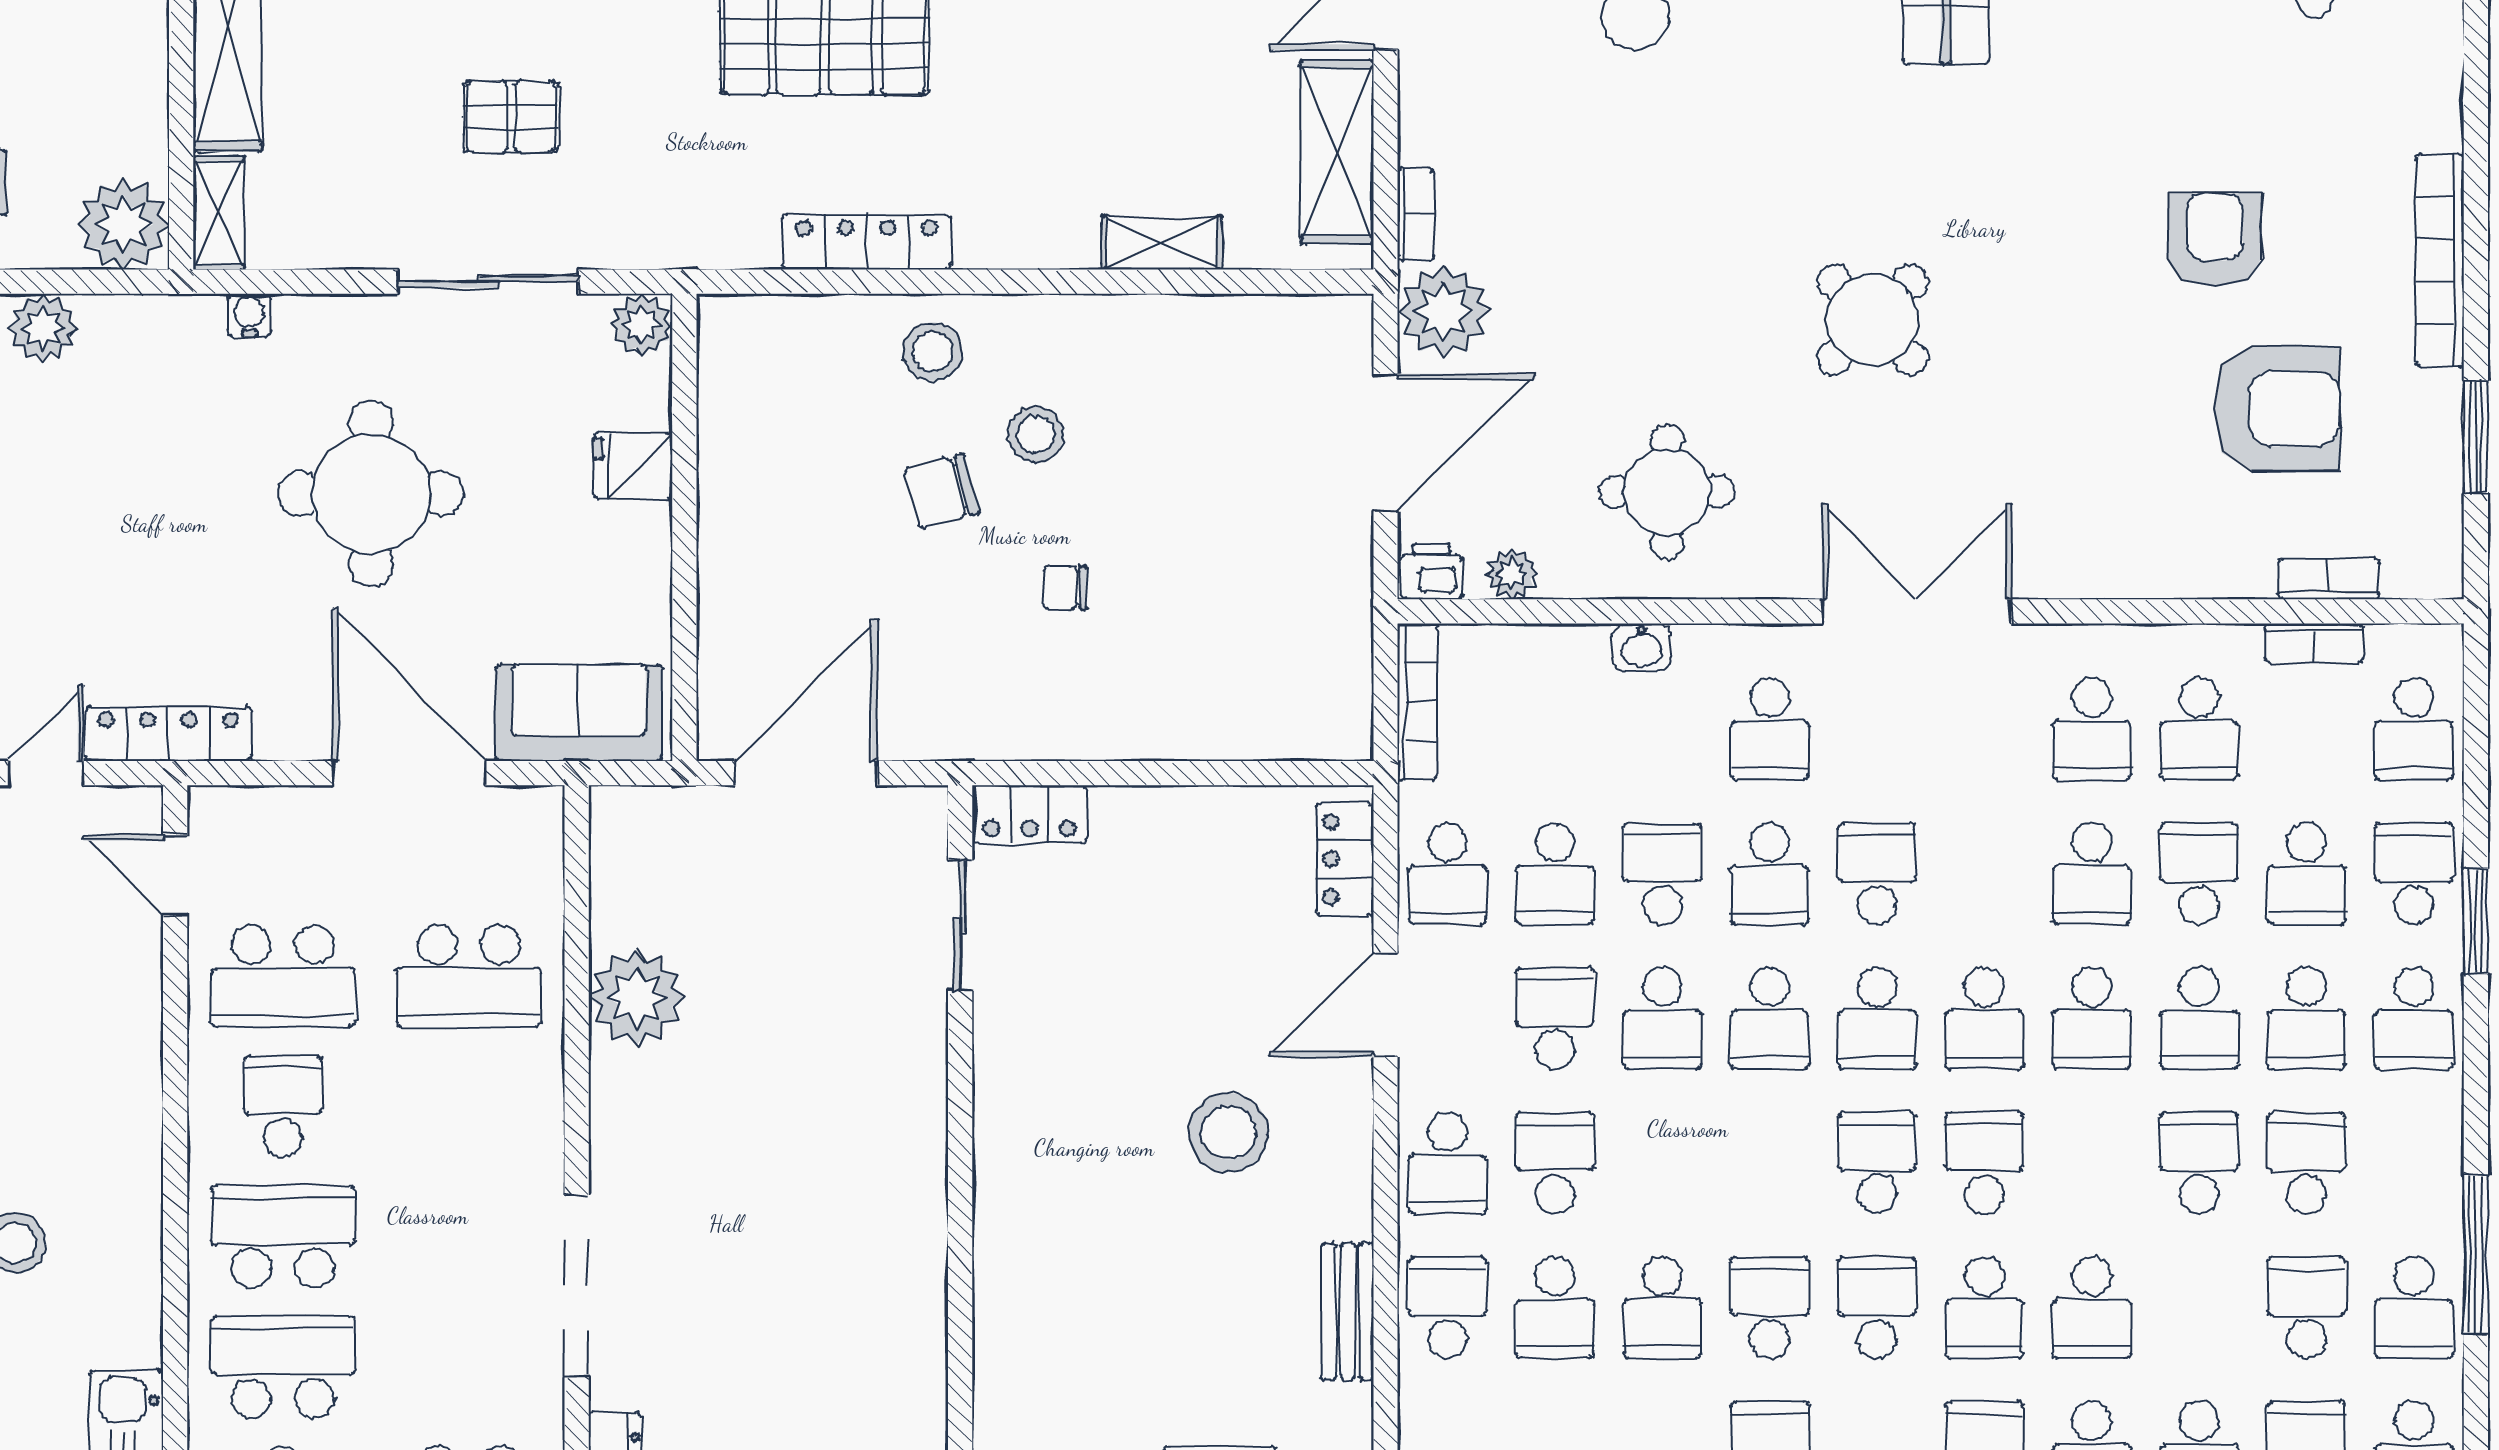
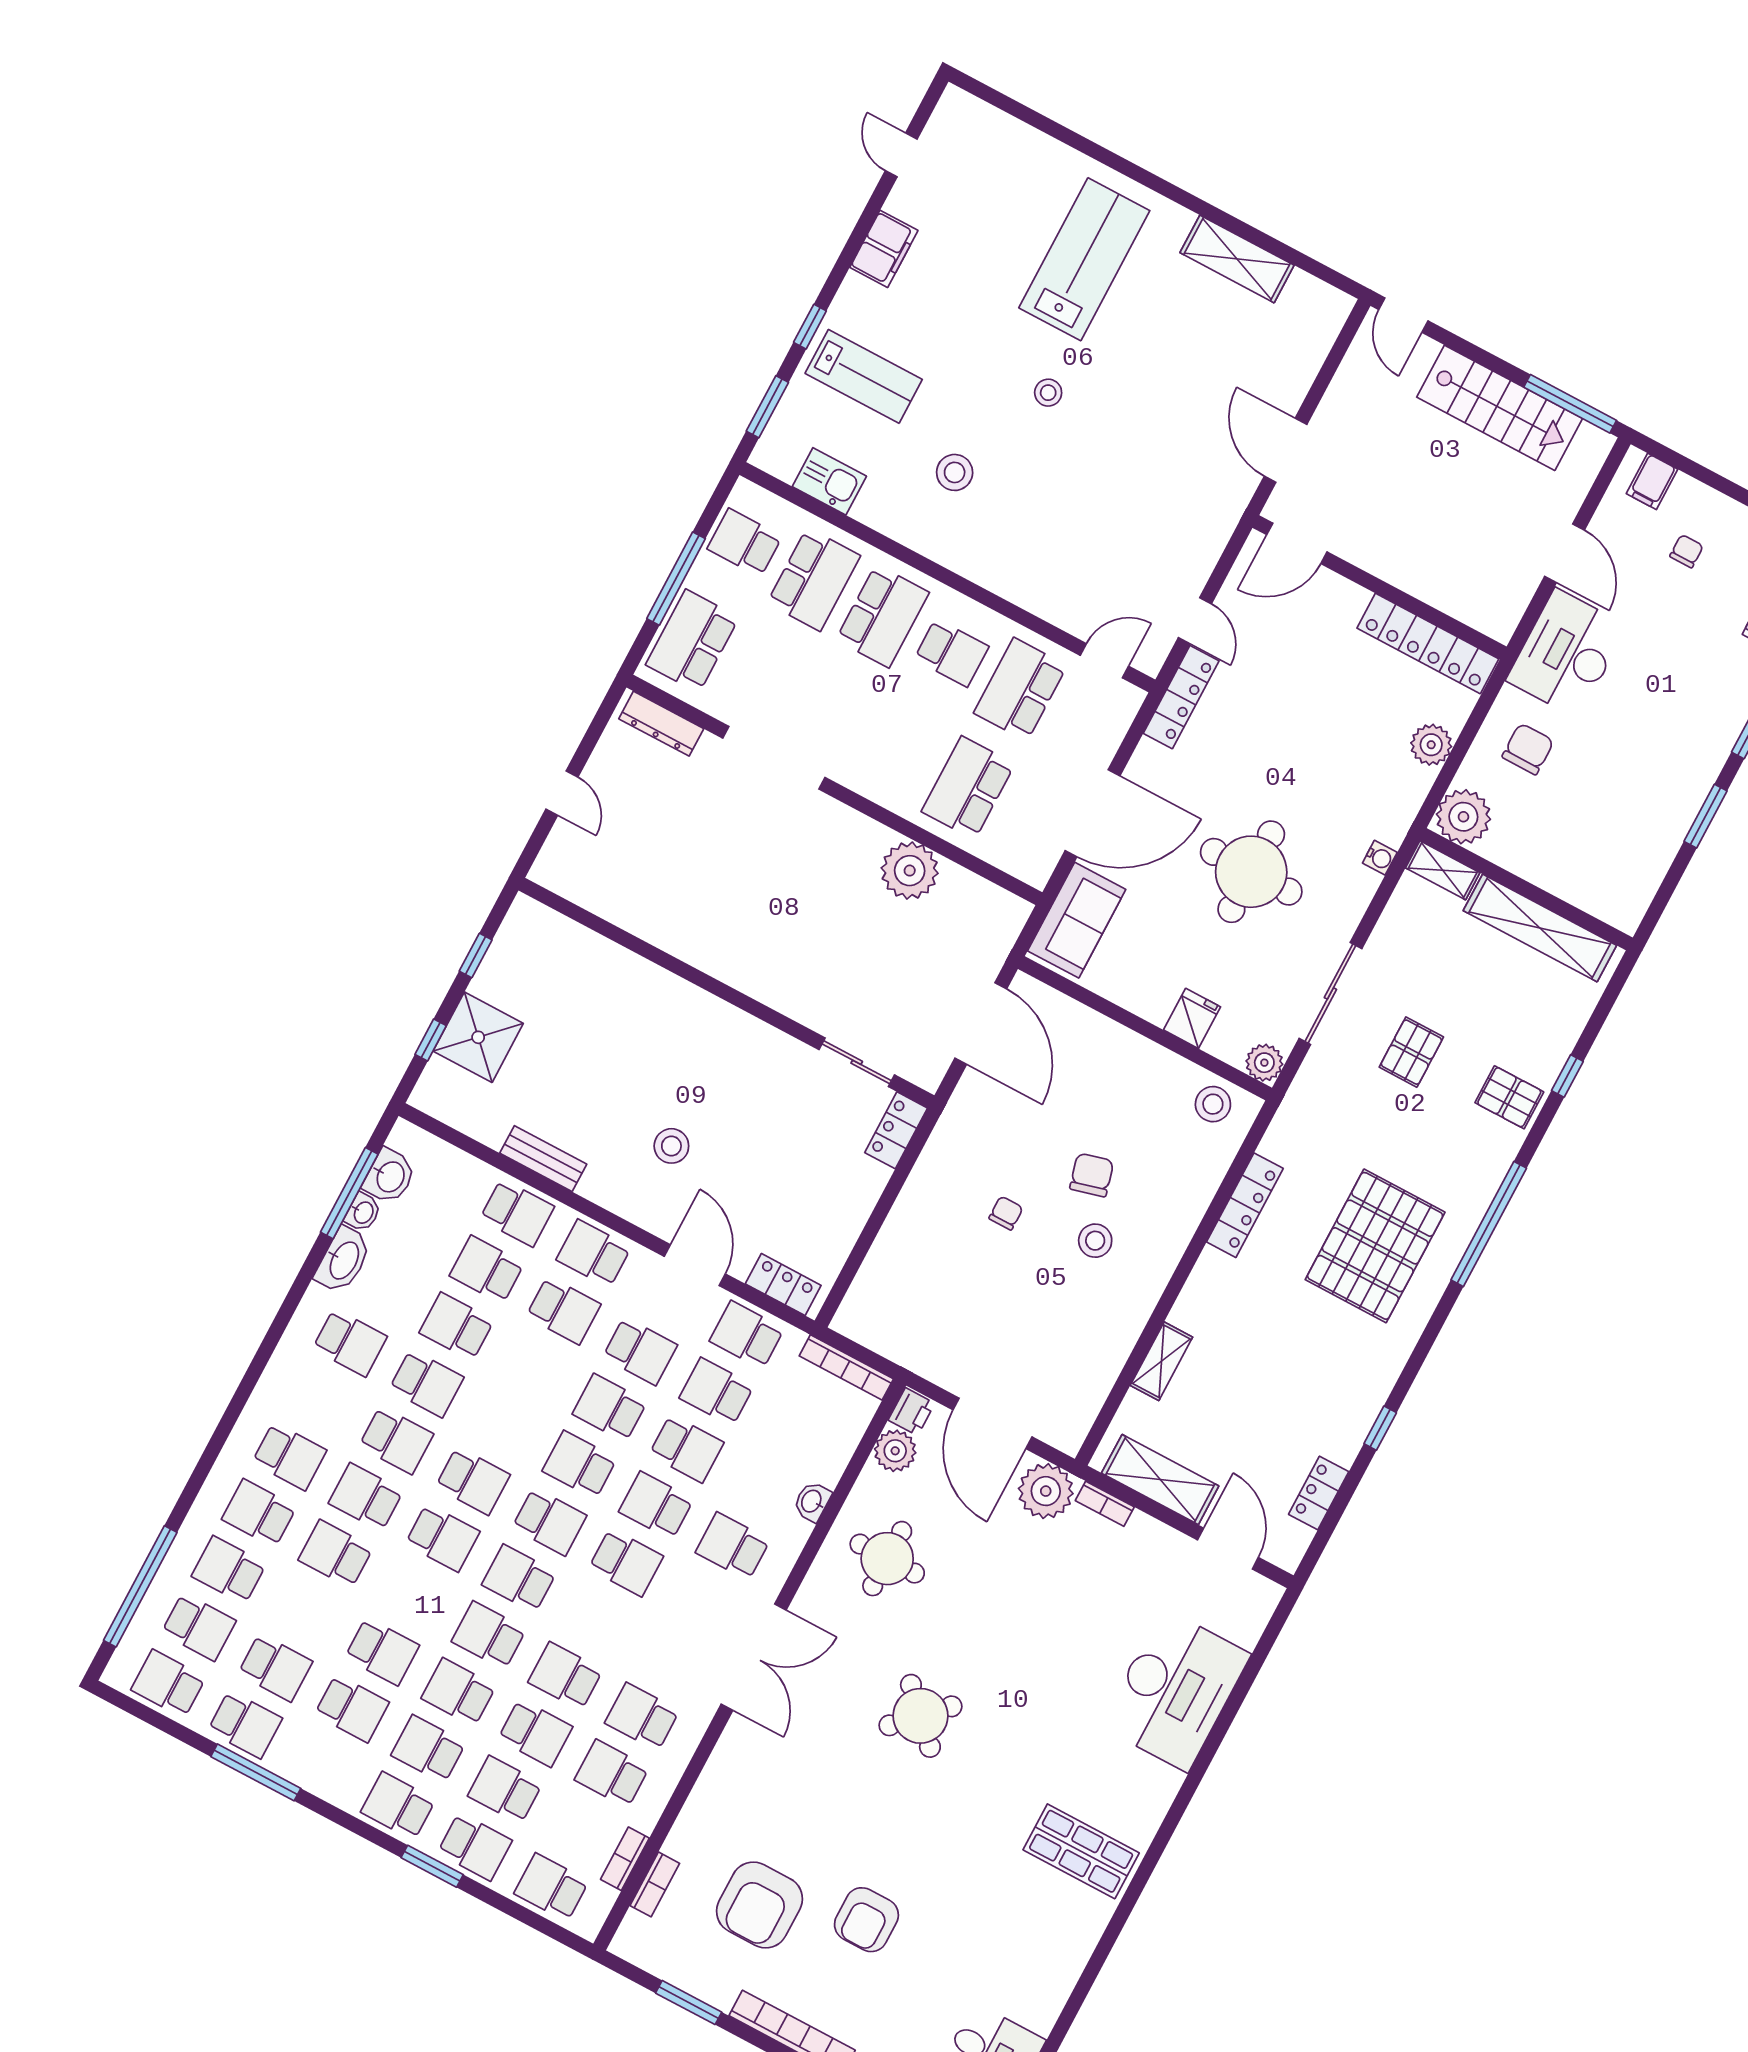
armchair: (2215, 240) -> (866, 1920), turned 90
stool: (932, 352) -> (1213, 1104), moved
plant: (1512, 574) -> (895, 1451), width x1.38, depth x1.38
school desk: (1877, 1018) -> (549, 1522), turned 180
stool: (1228, 1133) -> (671, 1146), width x0.73, depth x0.73
school desk: (2414, 1308) -> (245, 1724), turned 180

